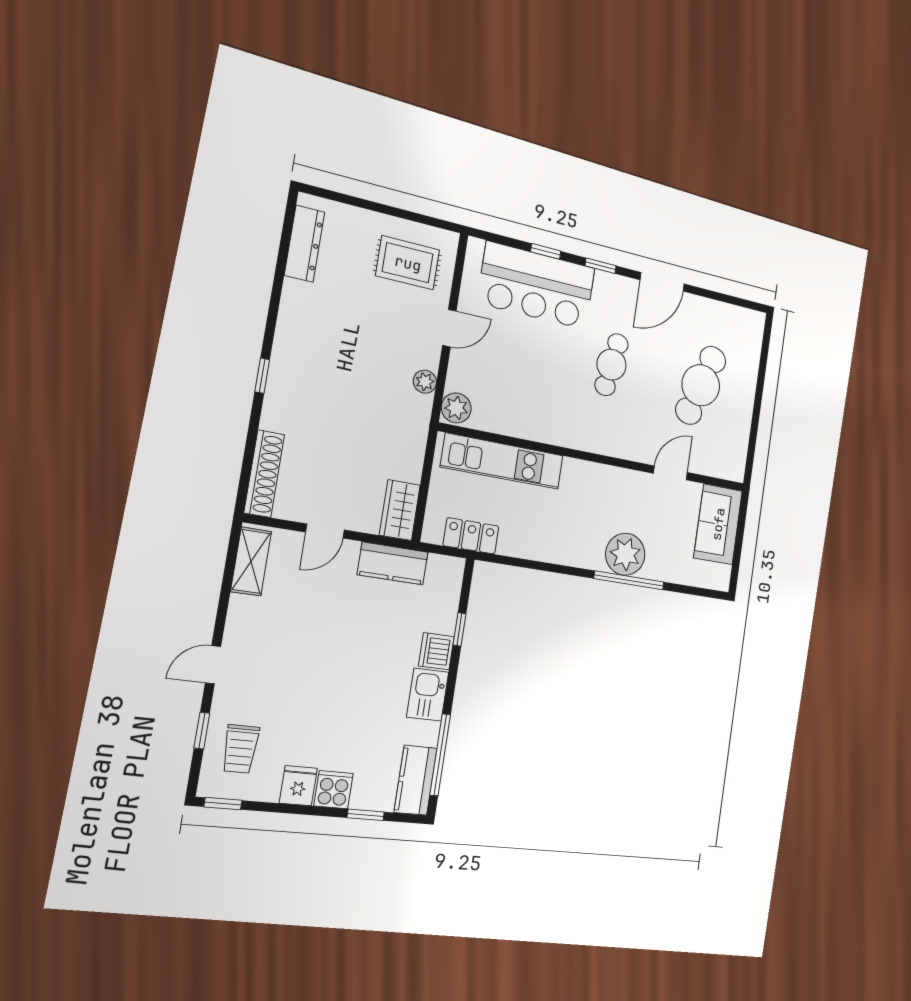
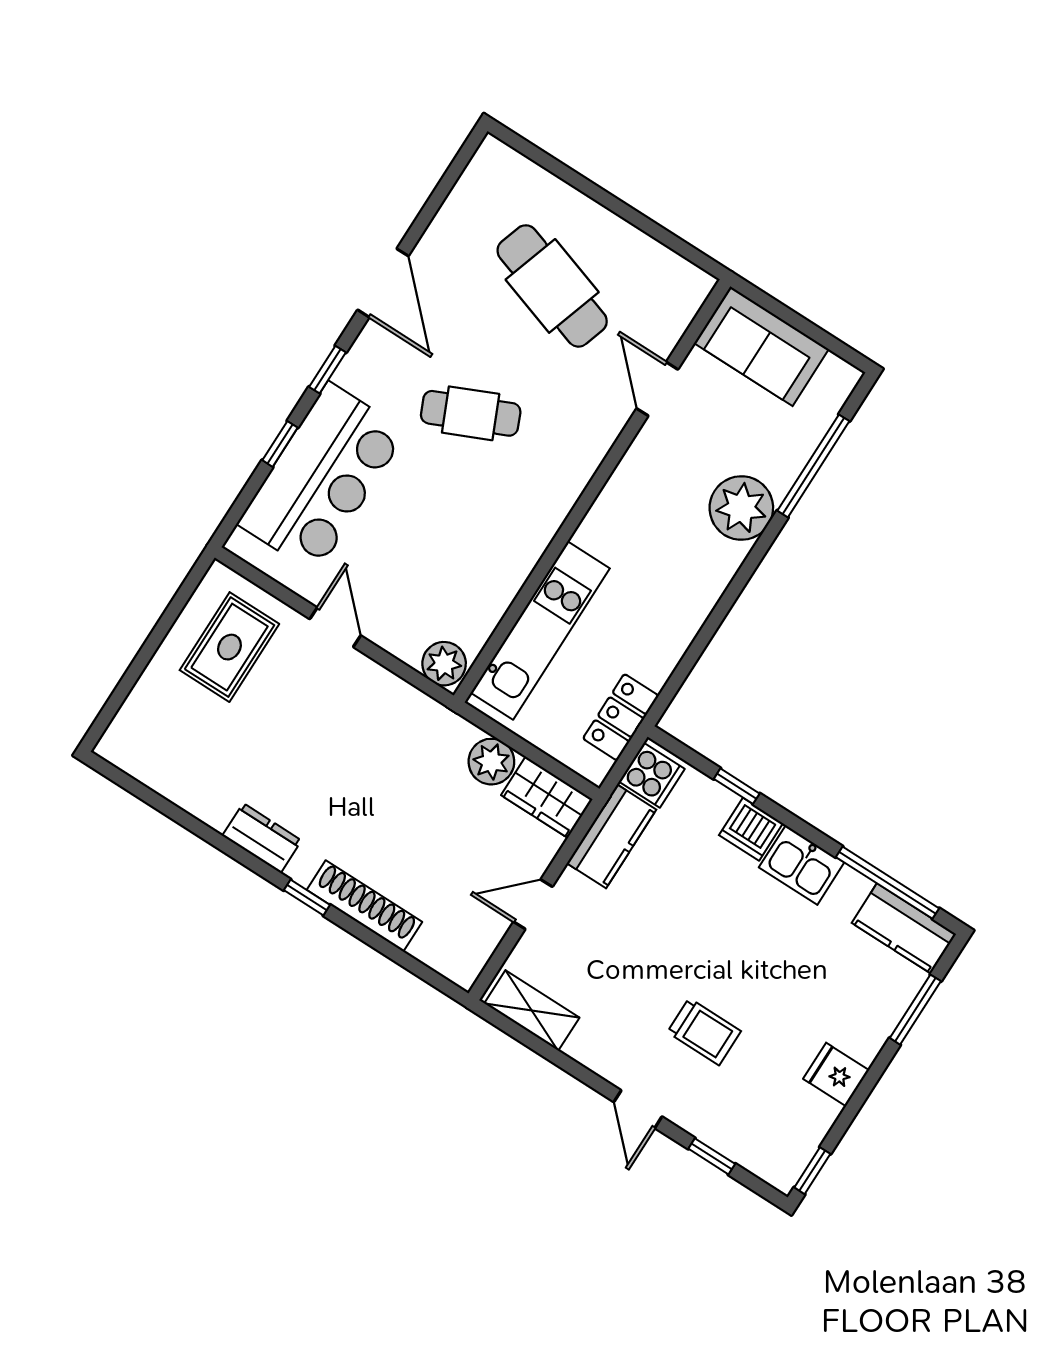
dresser: (304, 244) -> (262, 838), moved, width x0.70
cafe table: (612, 365) -> (471, 413), turned -33
plant: (425, 382) -> (491, 762), moved, width x1.38, depth x1.38
shoe rack: (264, 474) -> (364, 906), moved
door: (325, 531) -> (533, 904), swing flipped
window: (629, 580) -> (813, 466), moved
trolley: (240, 749) -> (704, 1032), moved
cooker: (333, 790) -> (652, 775), moved, turned 180
window: (366, 815) -> (915, 1010), width x1.50

